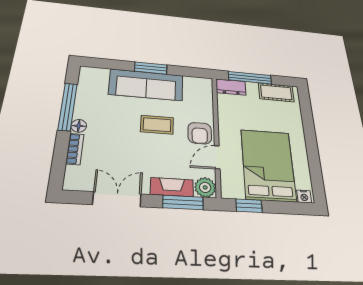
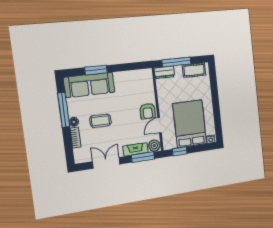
window: (151, 68) -> (96, 70), moved
sofa: (146, 85) -> (89, 85), moved
coffee table: (157, 125) -> (101, 121), moved

